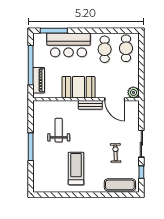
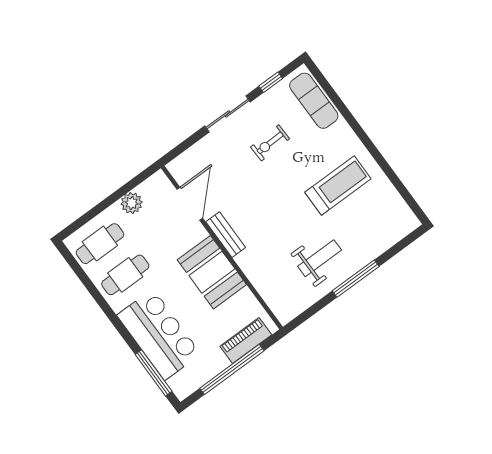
plant: (133, 92) -> (132, 203), moved
weight bench: (59, 130) -> (320, 258), moved, turned 180
treadmill: (76, 168) -> (338, 186), turned 180

